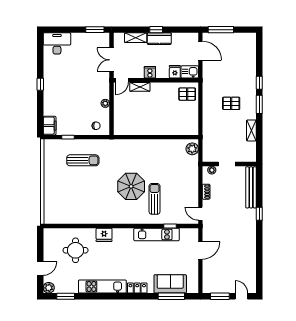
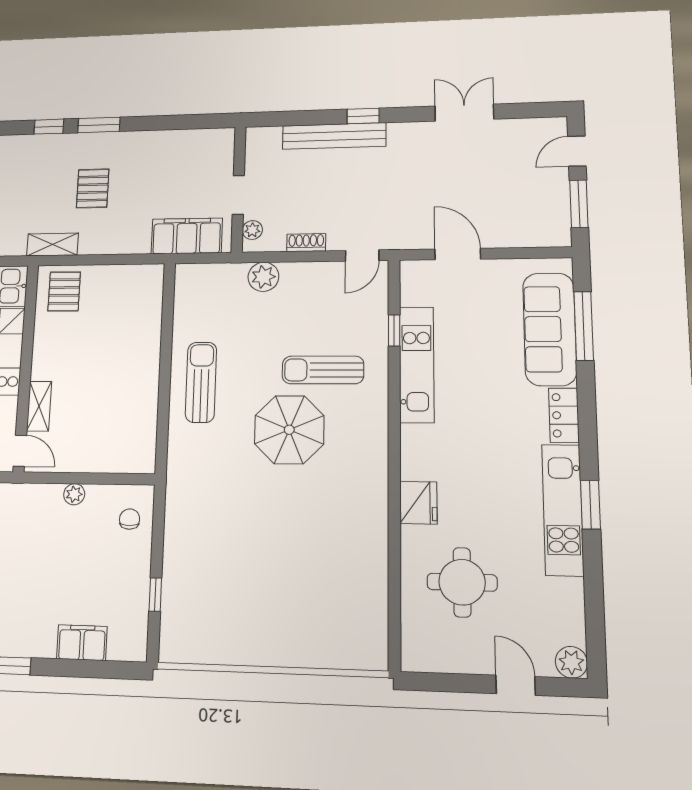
filing cabinet: (50, 126) -> (82, 643), moved
shelving: (251, 130) -> (52, 245), moved
filing cabinet: (210, 144) -> (187, 236), added
plant: (192, 149) -> (263, 277), moved
sun lounger: (83, 160) -> (201, 382), moved
bench: (251, 187) -> (334, 136), moved
double door: (259, 254) -> (464, 113), added
sofa: (170, 284) -> (550, 329), width x1.36
window: (66, 296) -> (590, 505), moved

